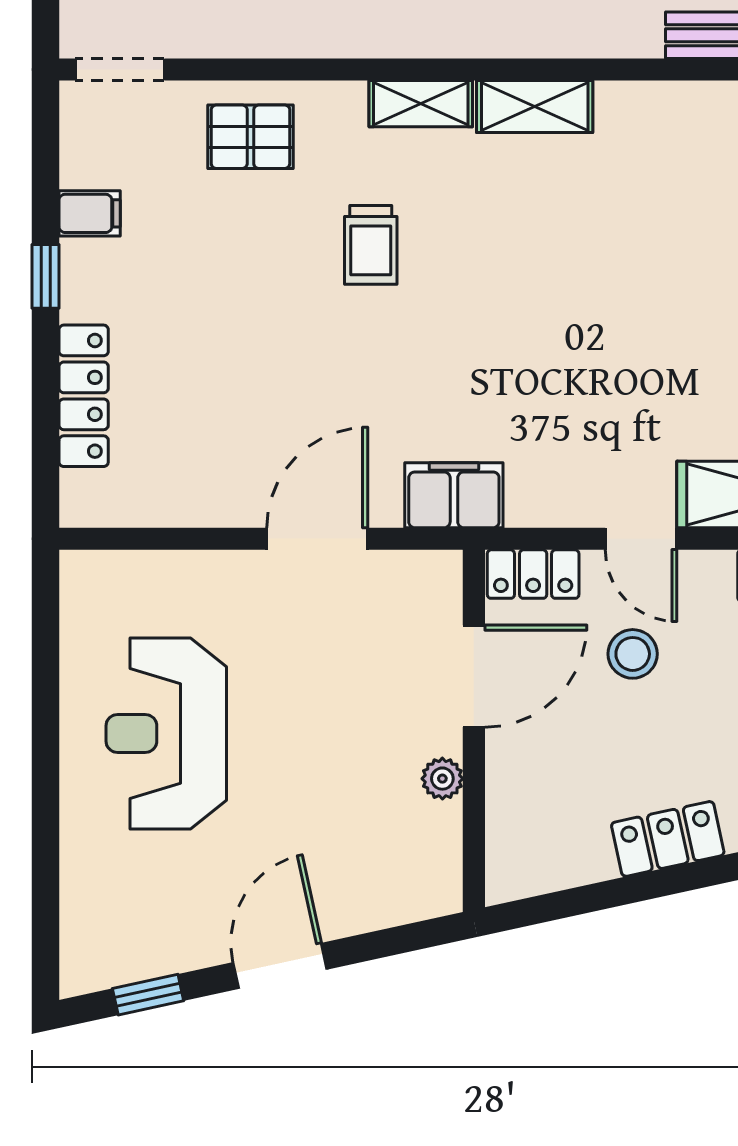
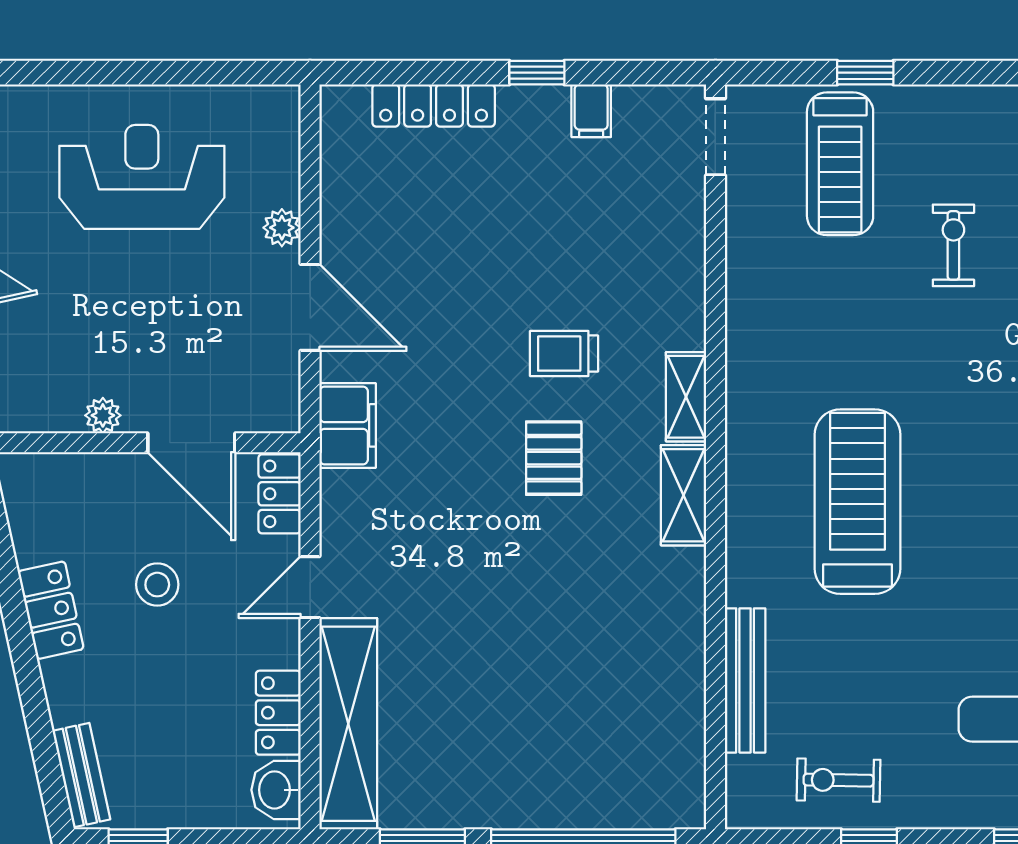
pallet: (250, 137) -> (554, 458), moved
plant: (225, 571) -> (282, 228), added
stool: (633, 654) -> (157, 585), moved

